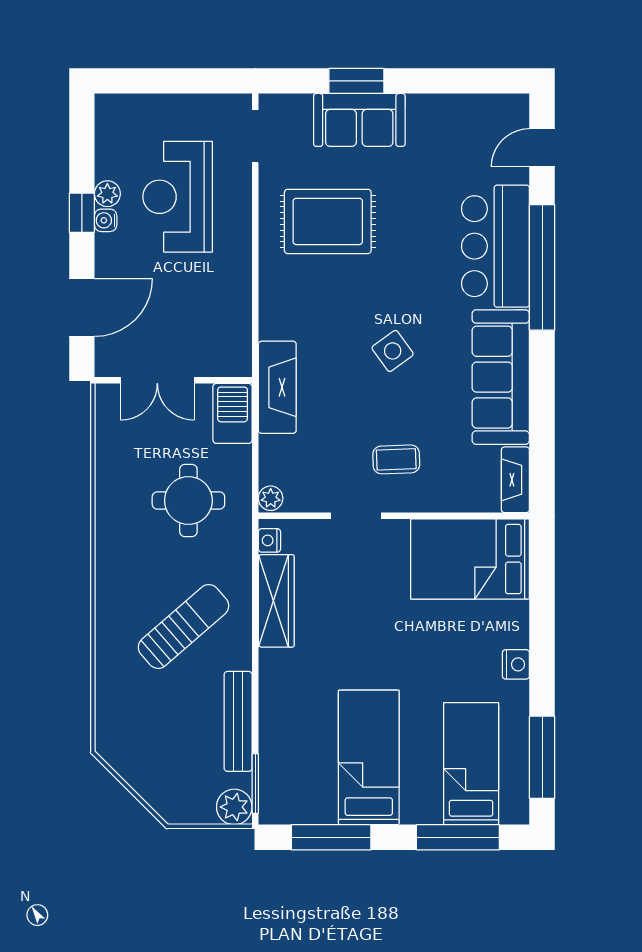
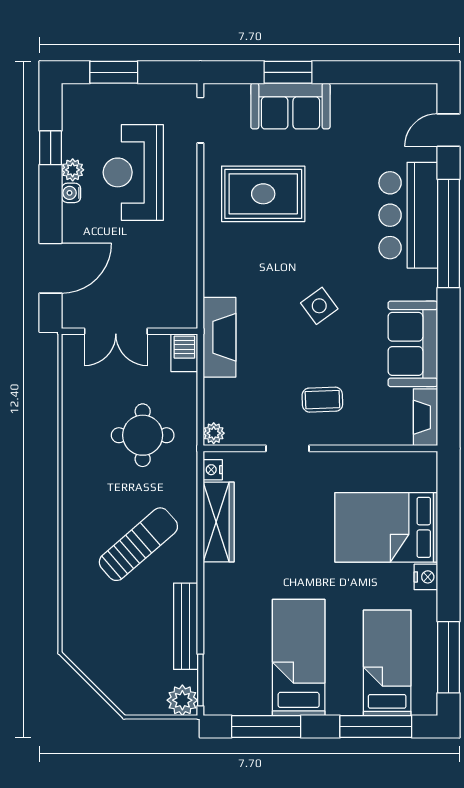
window: (155, 81) -> (114, 72), added
window: (82, 213) -> (51, 148), moved
sofa: (501, 377) -> (413, 344), width x0.73
barbecue: (233, 413) -> (184, 353), width x0.73, depth x0.79
bed: (470, 559) -> (386, 527), moved

